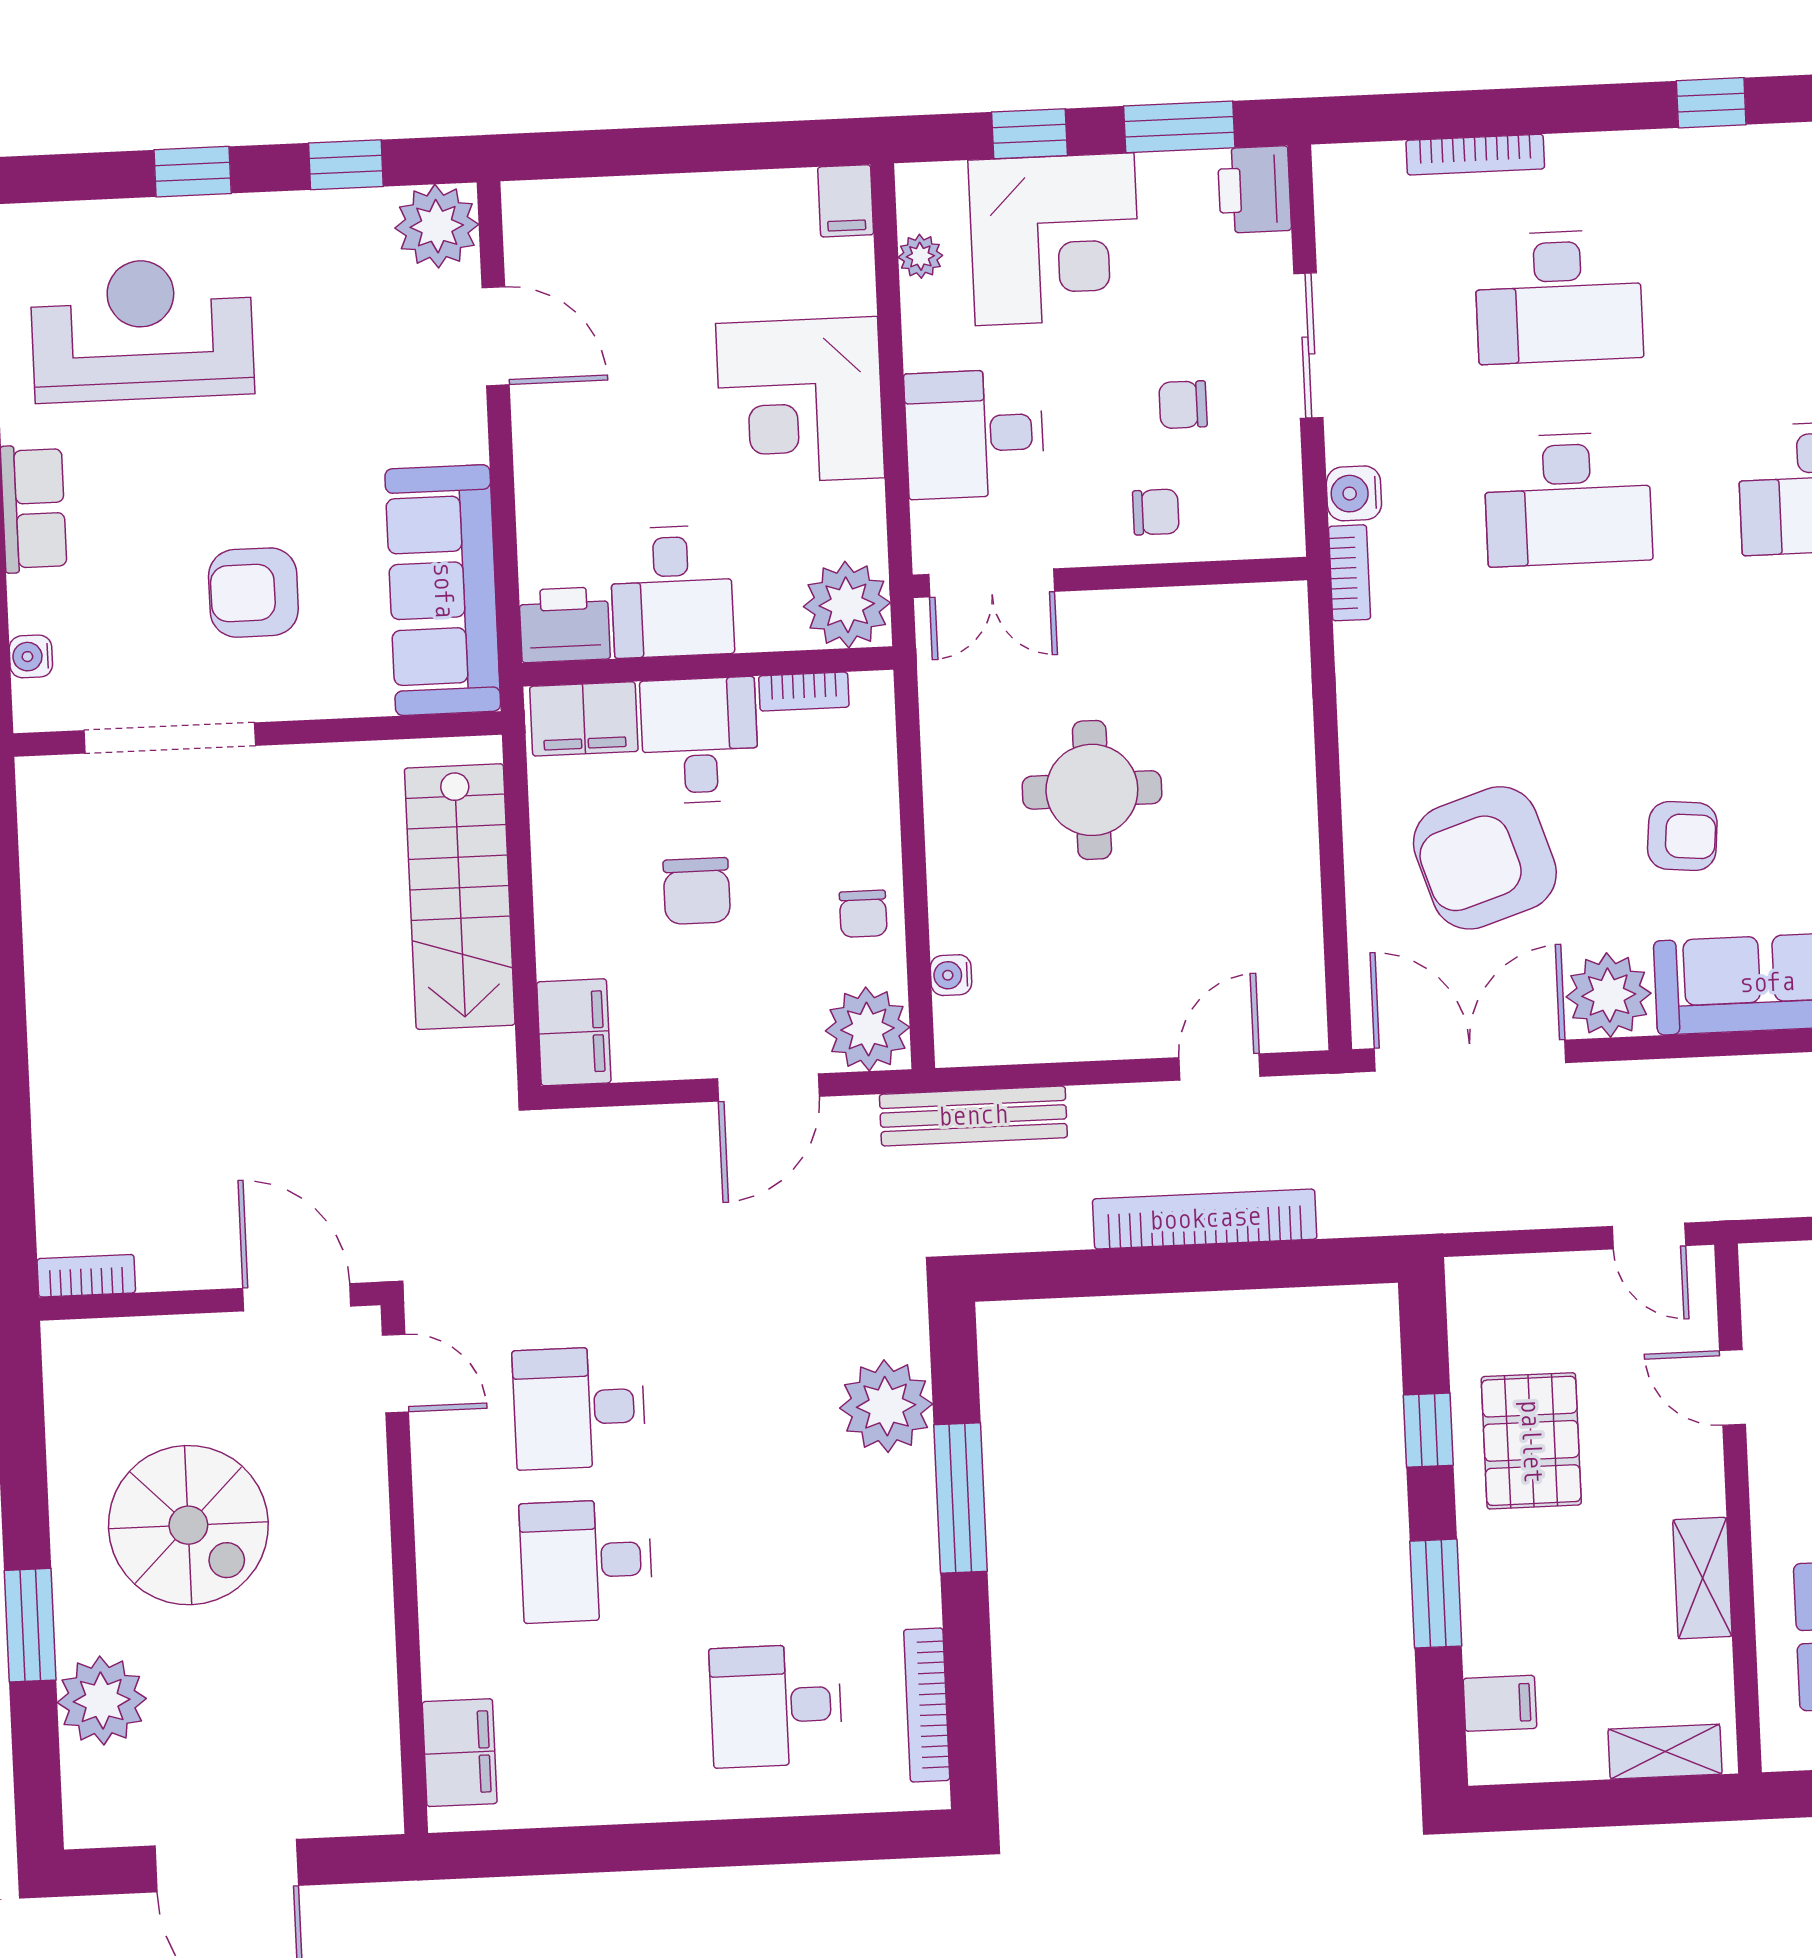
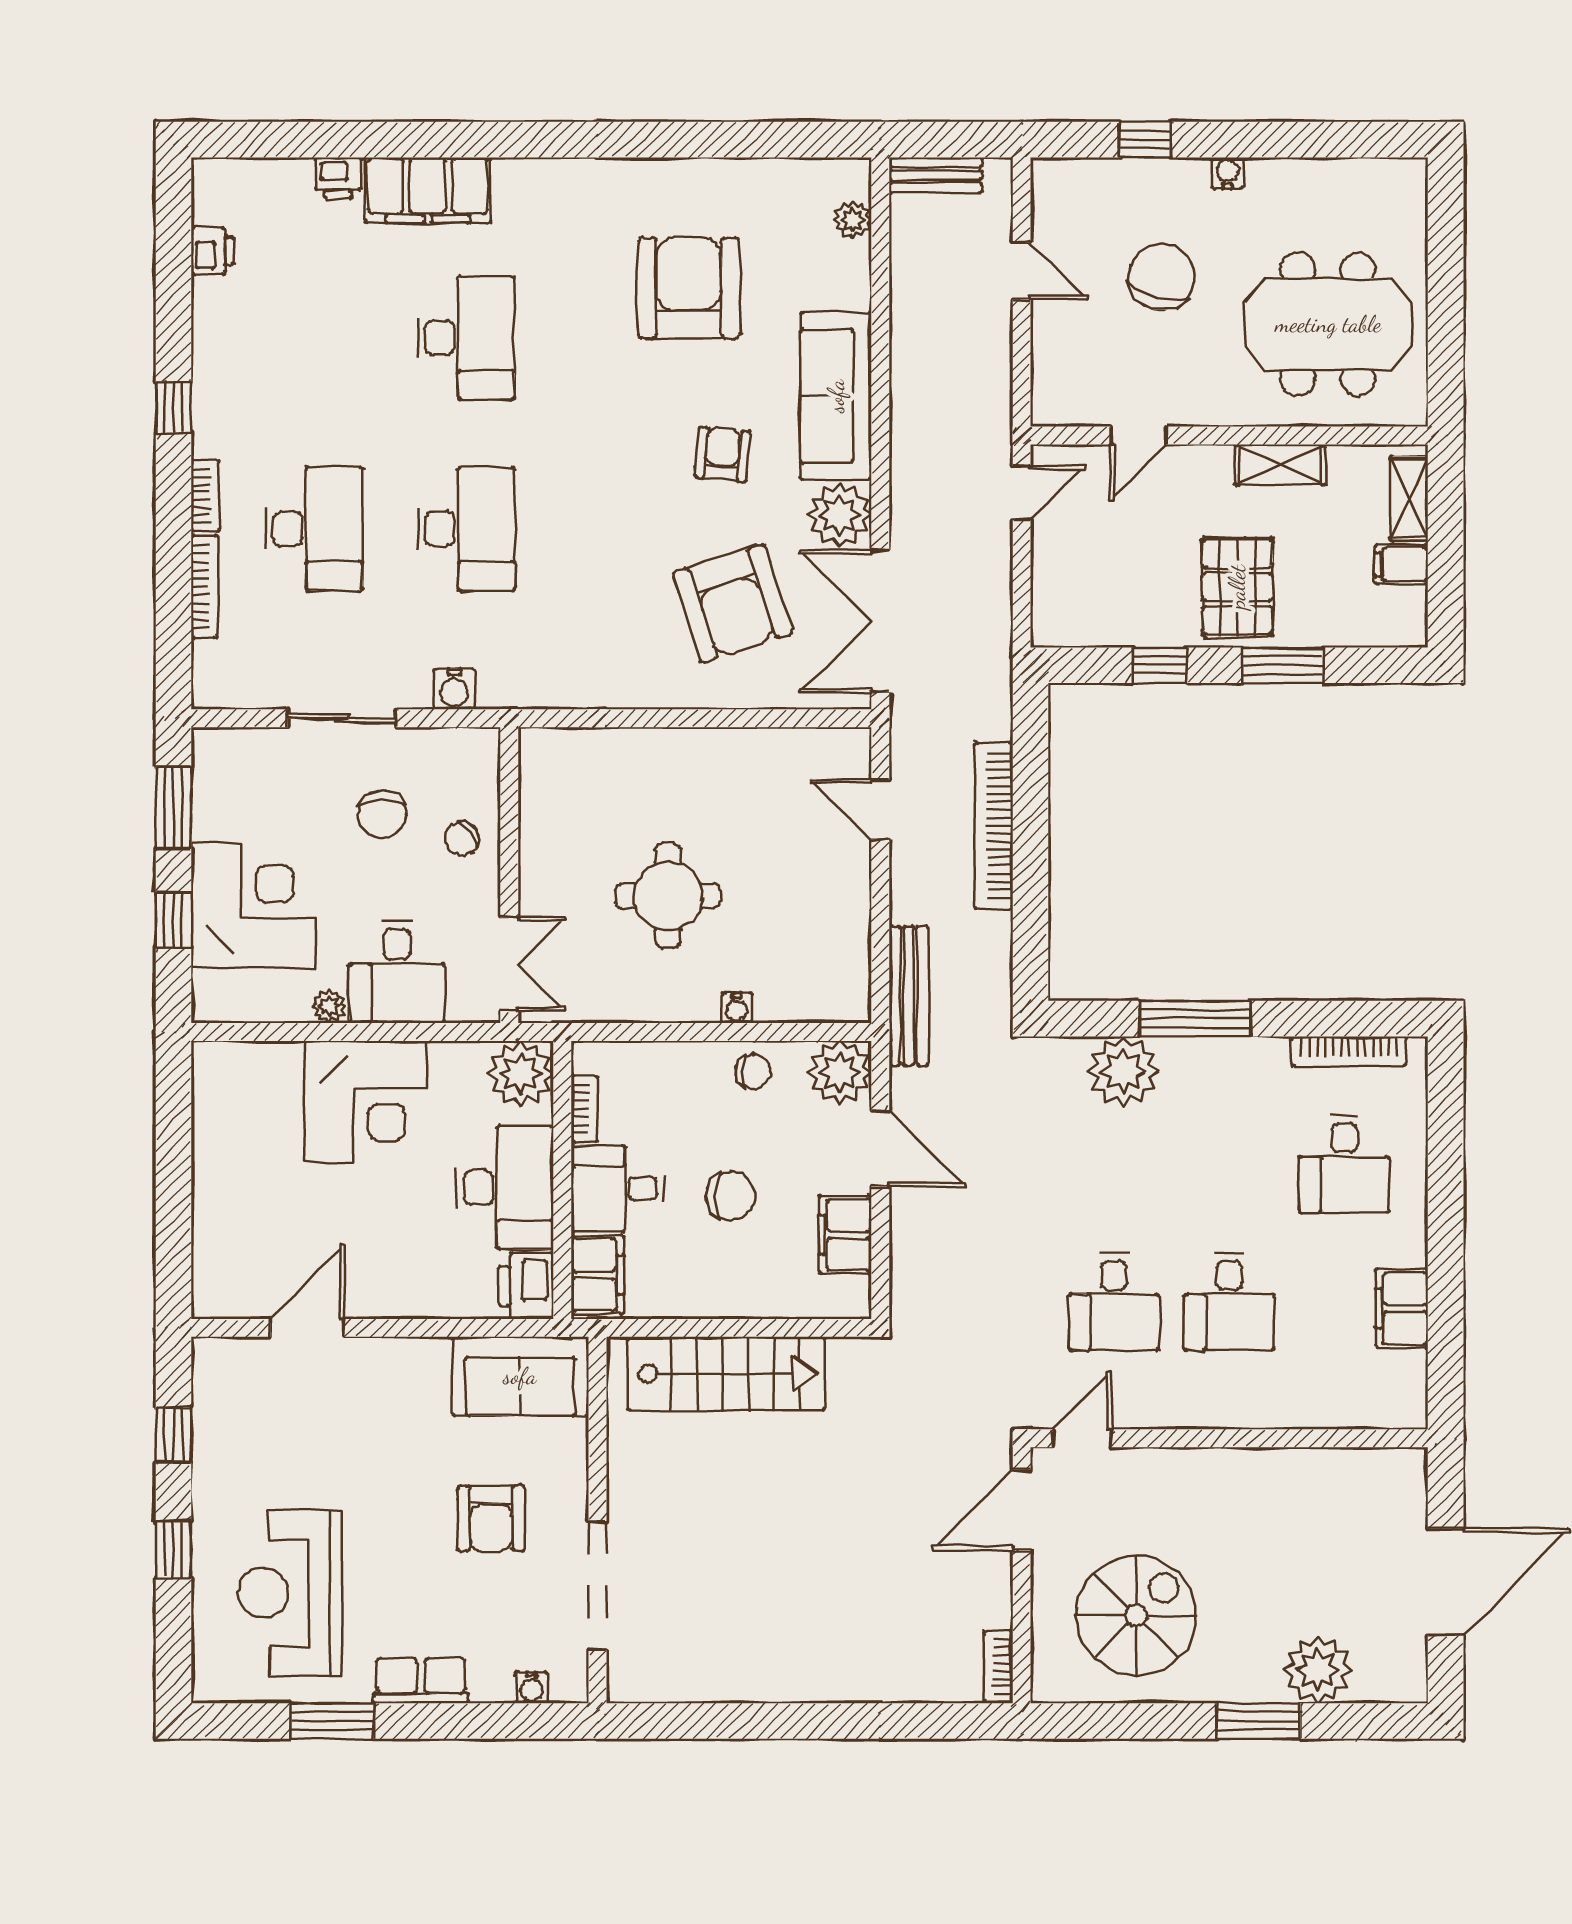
printer: (1254, 190) -> (223, 753), removed
filing cabinet: (846, 201) -> (218, 1061), removed
plant: (437, 226) -> (223, 1368), removed
plant: (920, 256) -> (329, 1006), moved
chair: (1183, 405) -> (382, 814), width x1.37, depth x1.37
chair: (1156, 512) -> (462, 838), turned -126
bookcase: (1350, 573) -> (205, 496), moved, turned 90
sofa: (443, 590) -> (520, 1376), width x0.73
desk: (672, 592) -> (505, 1188), width x1.37
water cooler: (951, 975) -> (737, 1008), moved
filing cabinet: (574, 1032) -> (845, 1235), moved, turned -90
pallet: (1531, 1441) -> (1237, 587), moved, turned 90
spiral stairs: (188, 1525) -> (1136, 1615), moved
filing cabinet: (1500, 1703) -> (1401, 564), moved, turned -90
filing cabinet: (460, 1753) -> (1402, 1308), moved, turned -90

